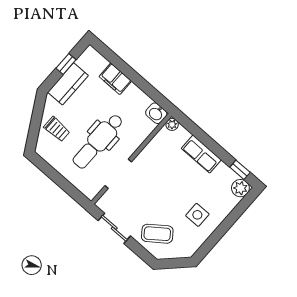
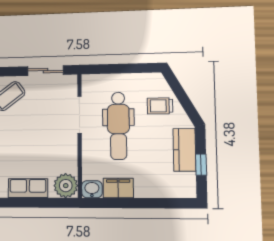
filing cabinet: (115, 79) -> (118, 188), moved
plant: (172, 124) -> (66, 186), width x1.88, depth x1.88
dental chair: (98, 141) -> (118, 126), turned 180

